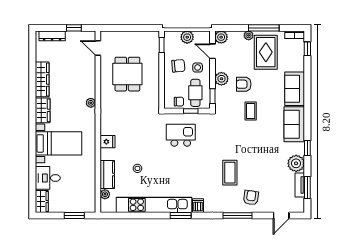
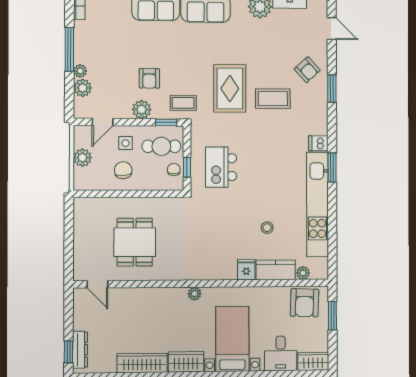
window: (74, 28) -> (68, 352), moved
plant: (221, 37) -> (83, 88), moved
window: (162, 45) -> (93, 194), removed
door: (98, 48) -> (97, 284), hinge flipped
rug: (266, 52) -> (230, 88), moved, turned 90
dining table: (127, 74) -> (135, 242), turned 90
plant: (91, 103) -> (195, 294), moved
window: (191, 111) -> (187, 167), moved
coffee table: (251, 111) -> (183, 103), moved
fridge: (108, 142) -> (246, 270), moved
armchair: (84, 195) -> (305, 303), added
armchair: (251, 198) -> (307, 70), turned -140
window: (237, 216) -> (332, 89), width x0.69

